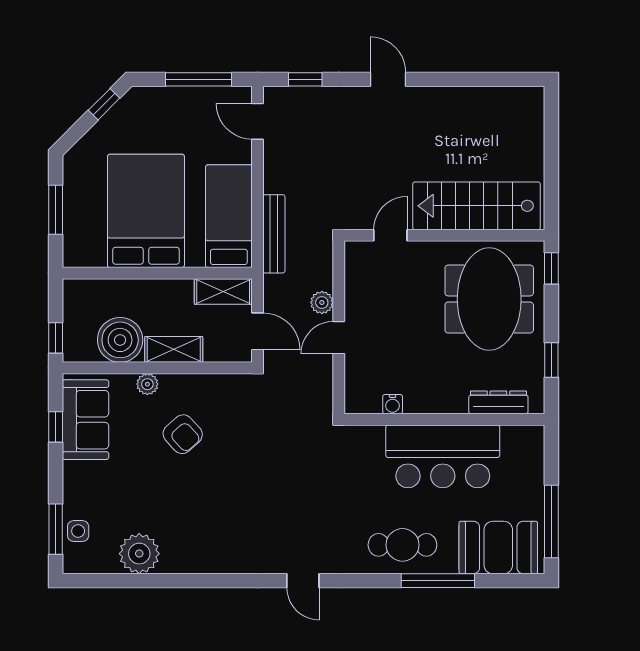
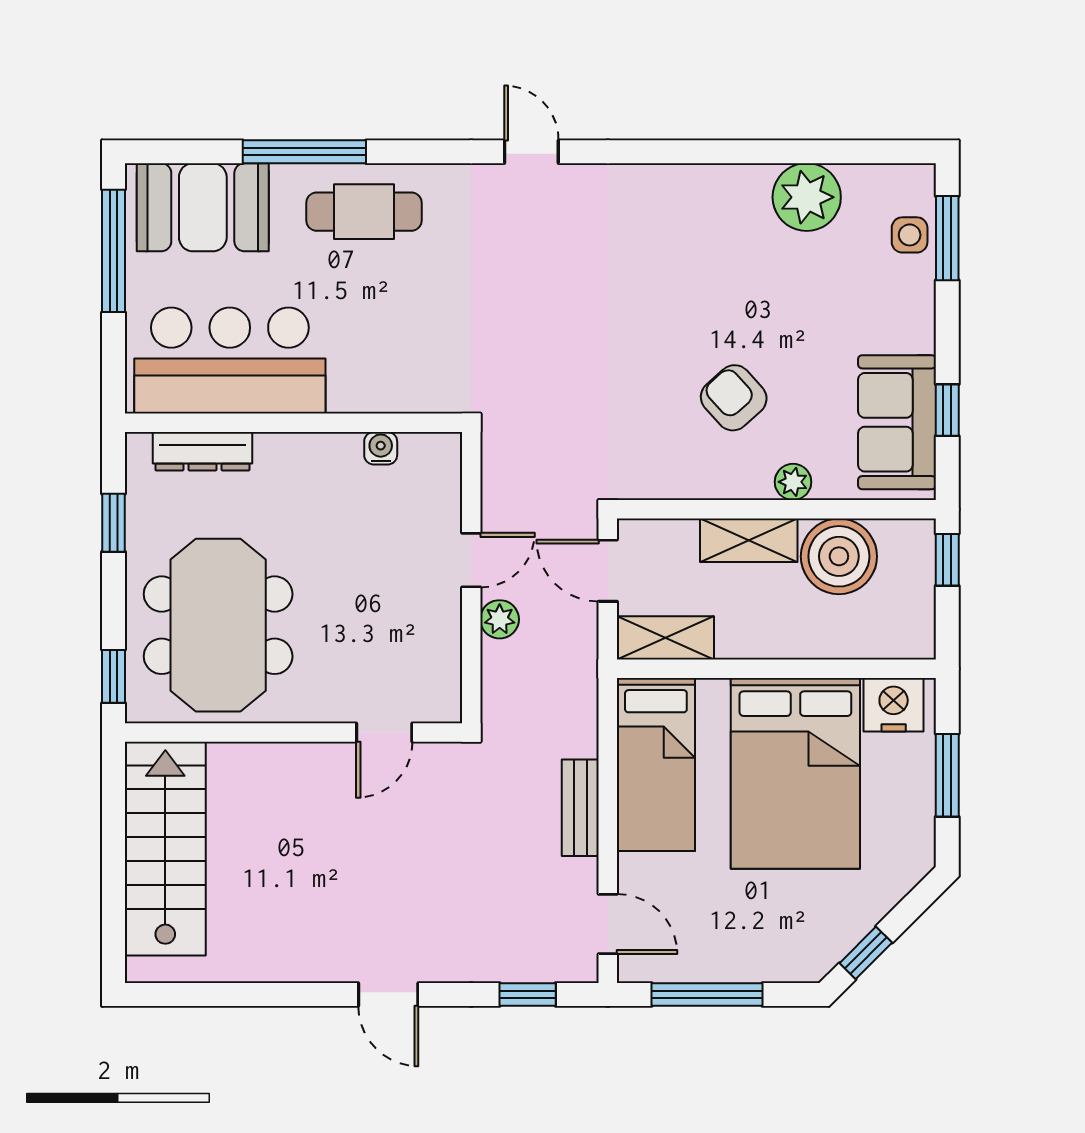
stairs: (476, 206) -> (165, 849), moved, turned -90
bench: (274, 234) -> (580, 808), moved, width x0.73
nightstand: (88, 252) -> (894, 705), added
bar counter: (443, 456) -> (230, 361), moved

